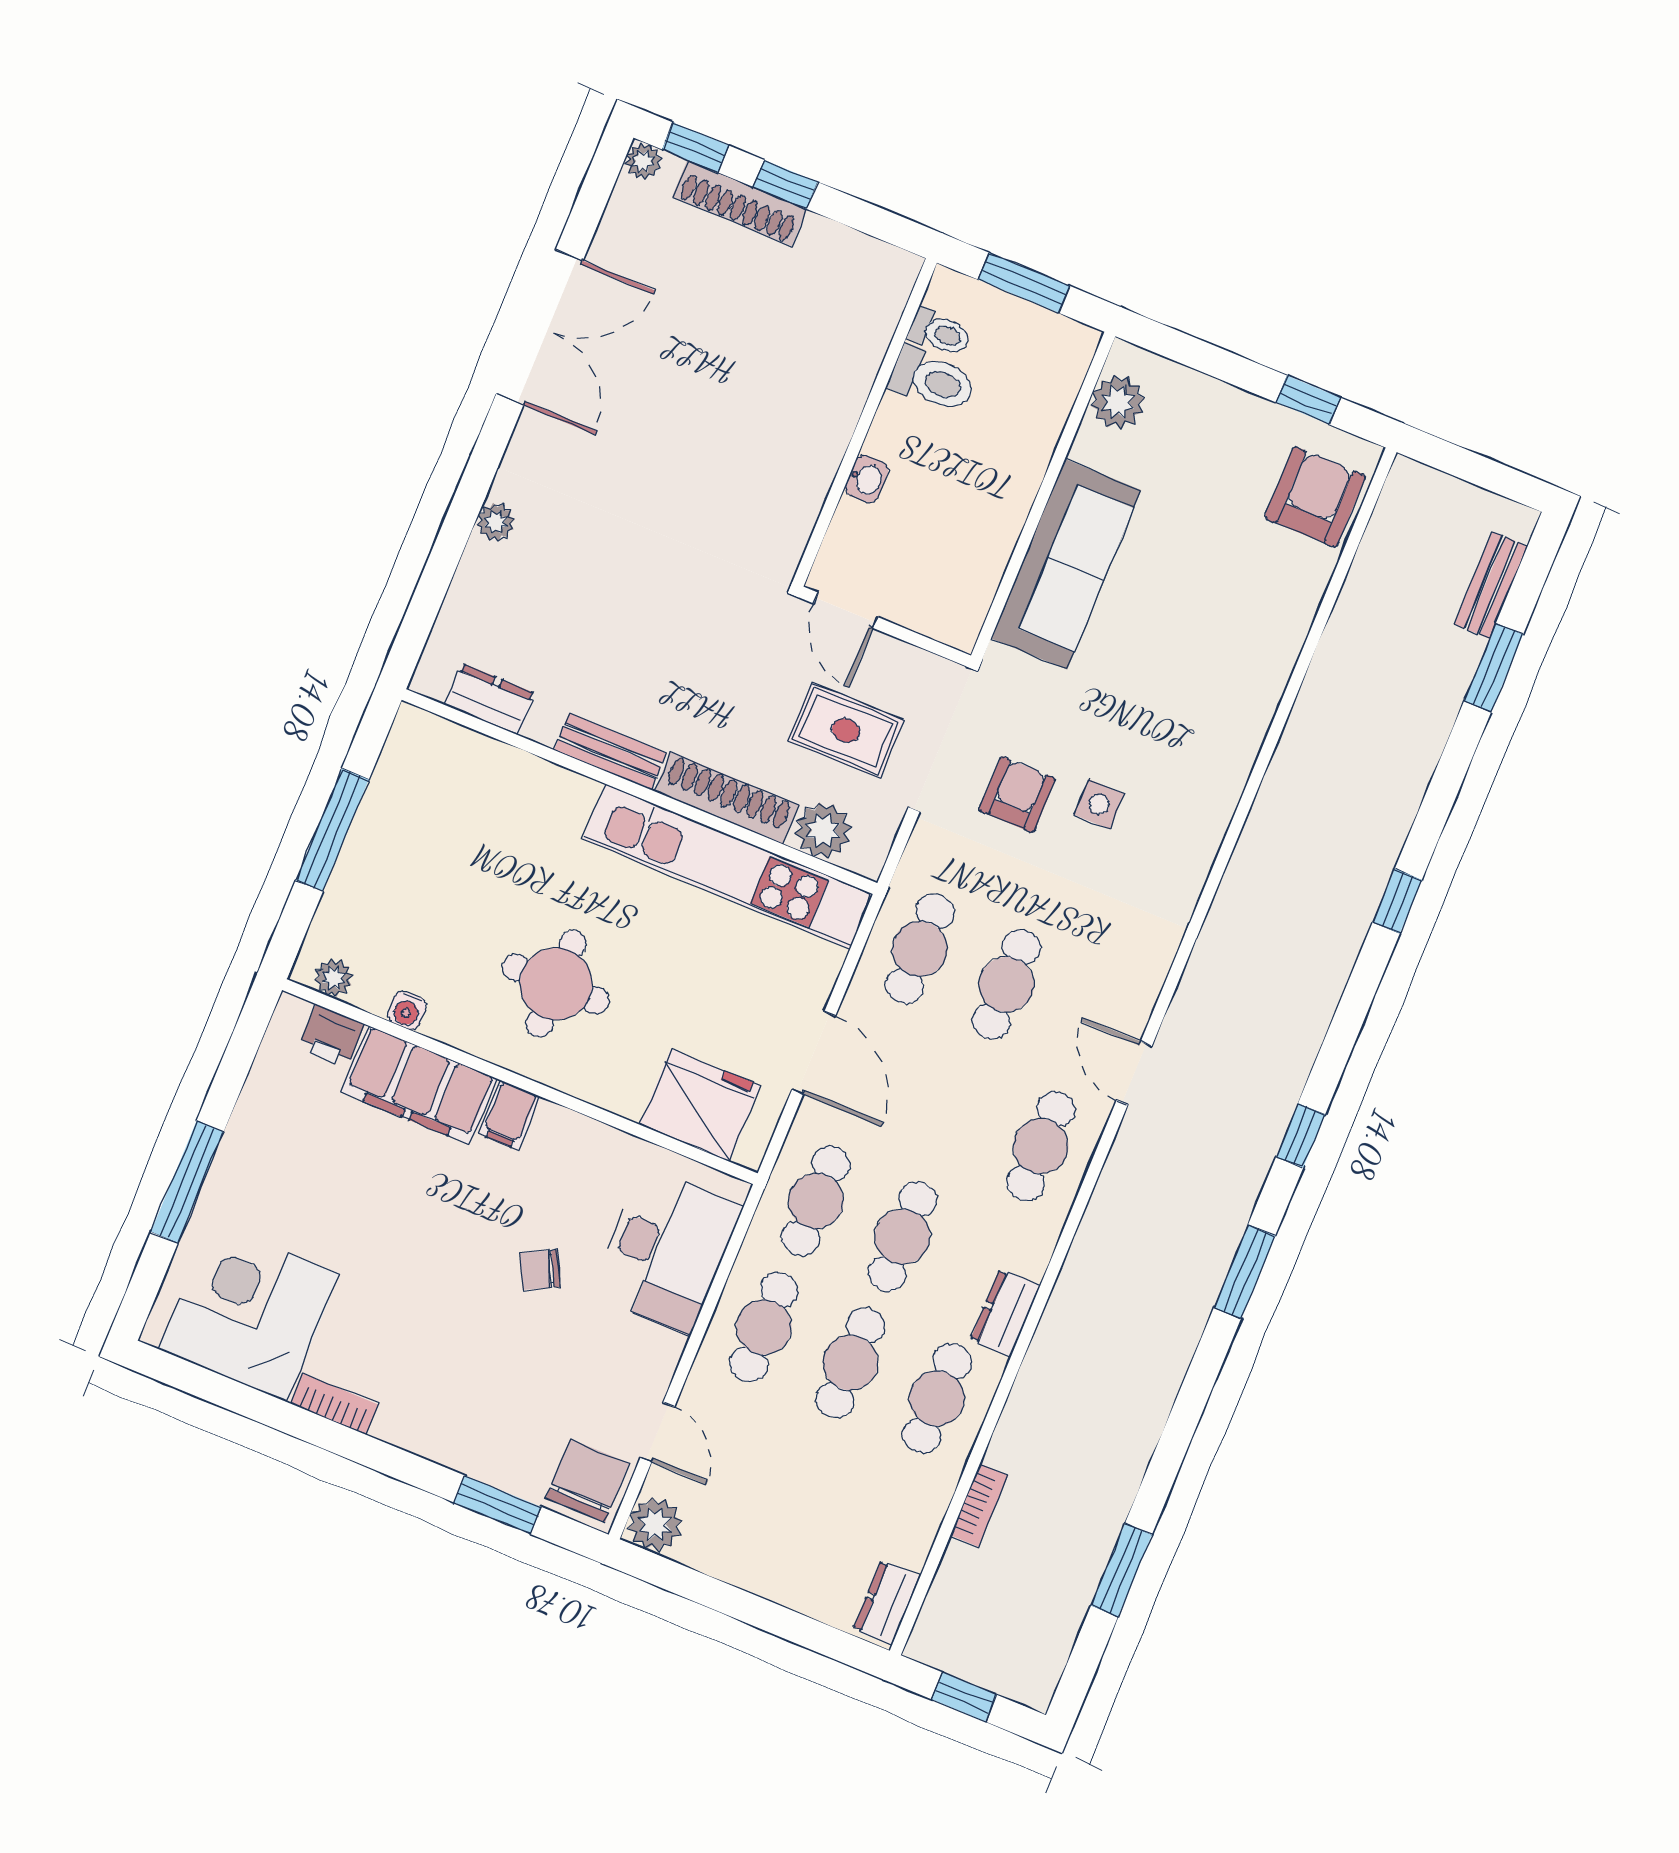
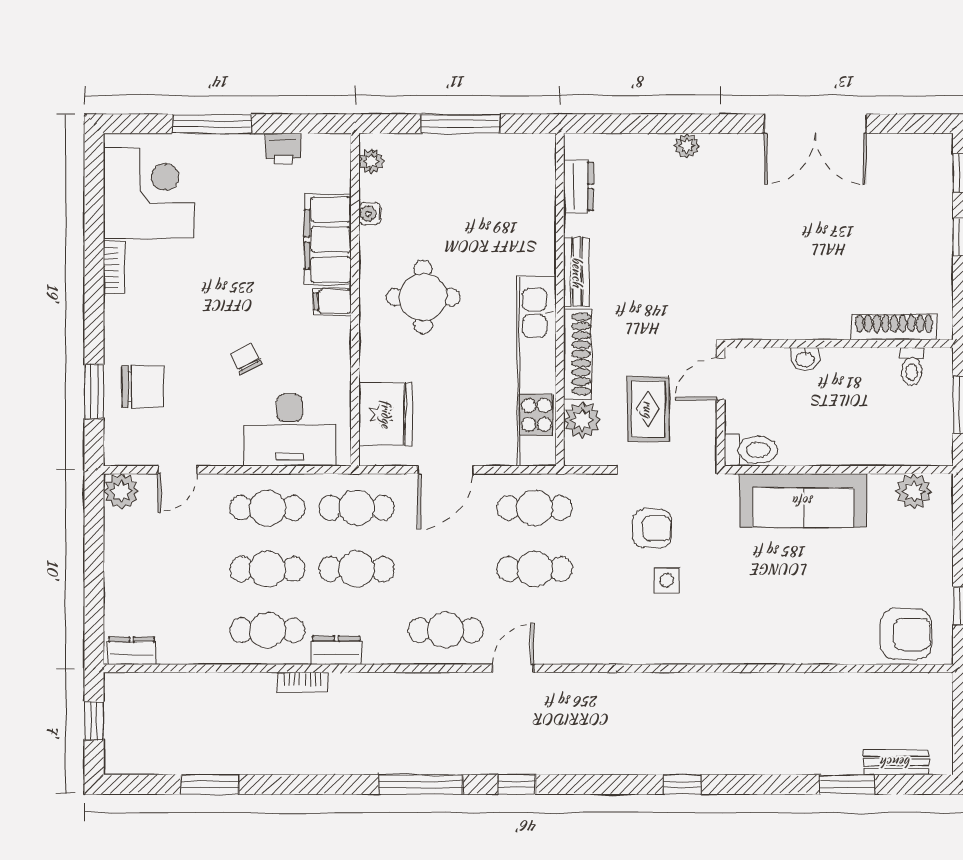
plant: (643, 161) -> (941, 145), removed
shoe rack: (740, 203) -> (894, 327), moved, turned 90
toilet: (933, 380) -> (751, 450), moved, turned -90
printer: (331, 1036) -> (283, 149), moved, turned -90
window: (1245, 1272) -> (421, 784), width x1.44
chair: (587, 1481) -> (143, 387), moved
bookcase: (979, 1505) -> (302, 682), moved

